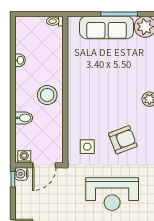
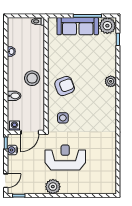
armchair: (123, 140) -> (65, 86), moved
water cooler: (21, 174) -> (12, 150), moved
reception desk: (112, 194) -> (65, 158), moved, turned 180

